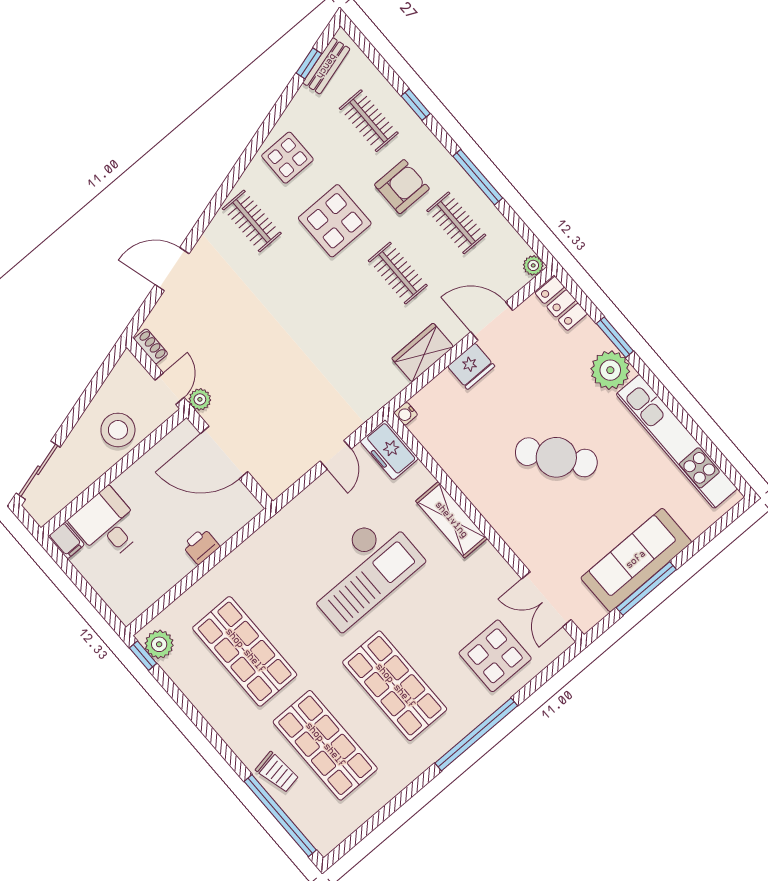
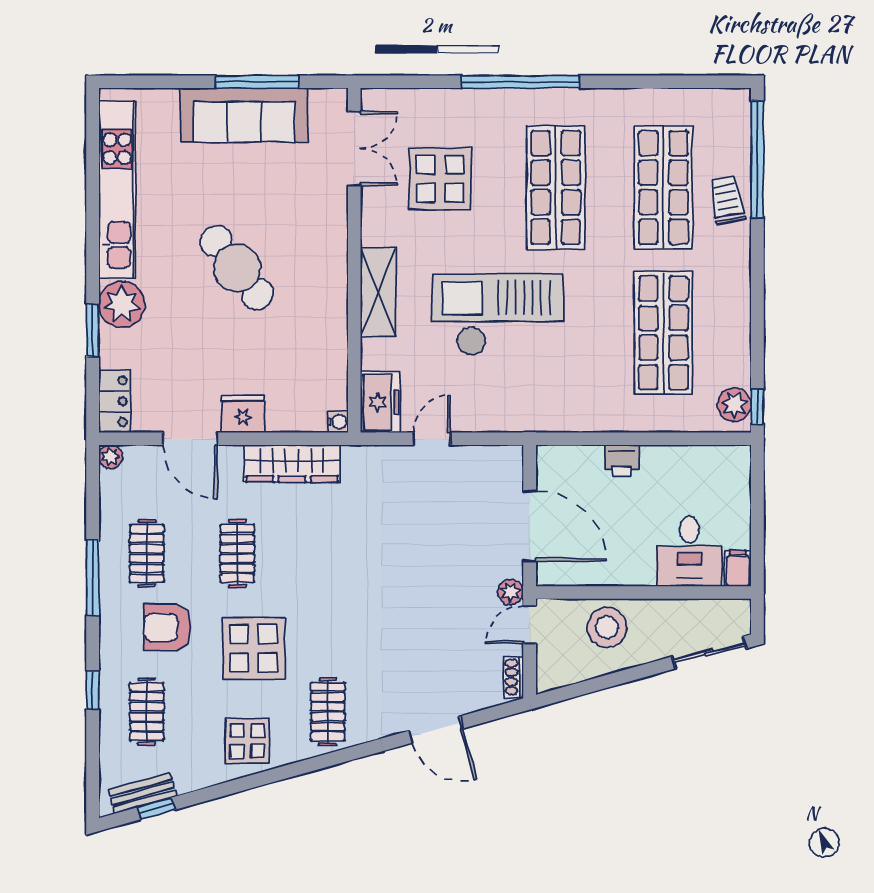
wardrobe: (423, 353) -> (292, 463), width x1.50
display table: (495, 656) -> (440, 179), moved

